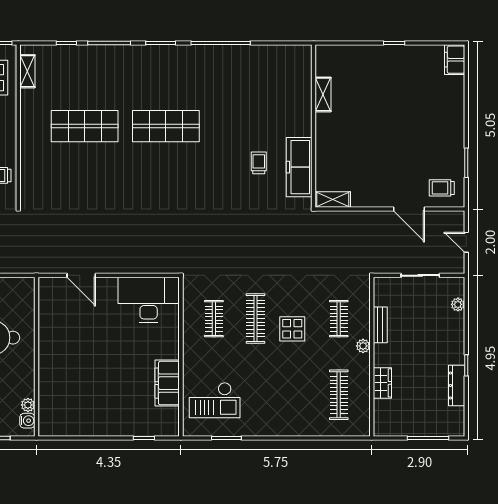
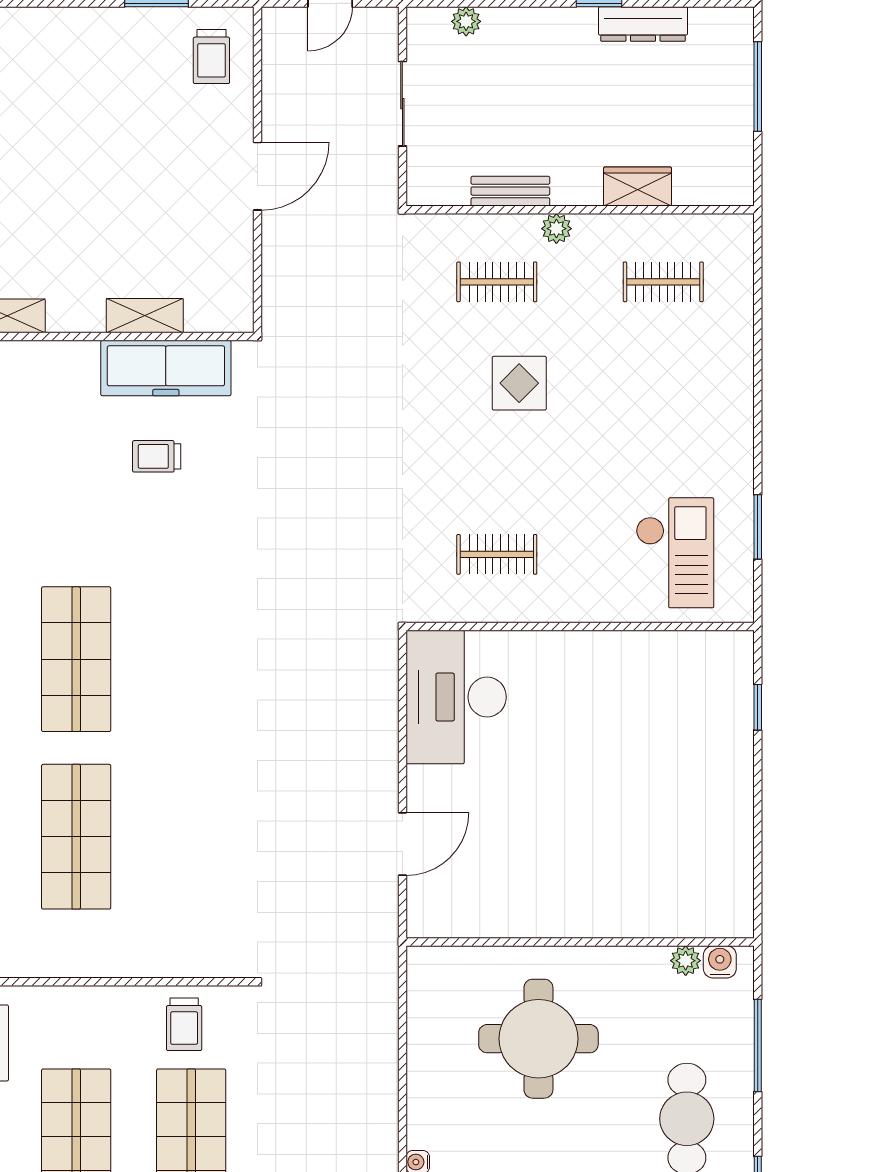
shelving: (333, 199) -> (145, 316), moved, turned 90
door: (409, 209) -> (257, 176), moved
clothes rail: (255, 319) -> (497, 464), removed
filing cabinet: (167, 383) -> (638, 656), removed
clothes rail: (339, 395) -> (663, 282), width x0.73

